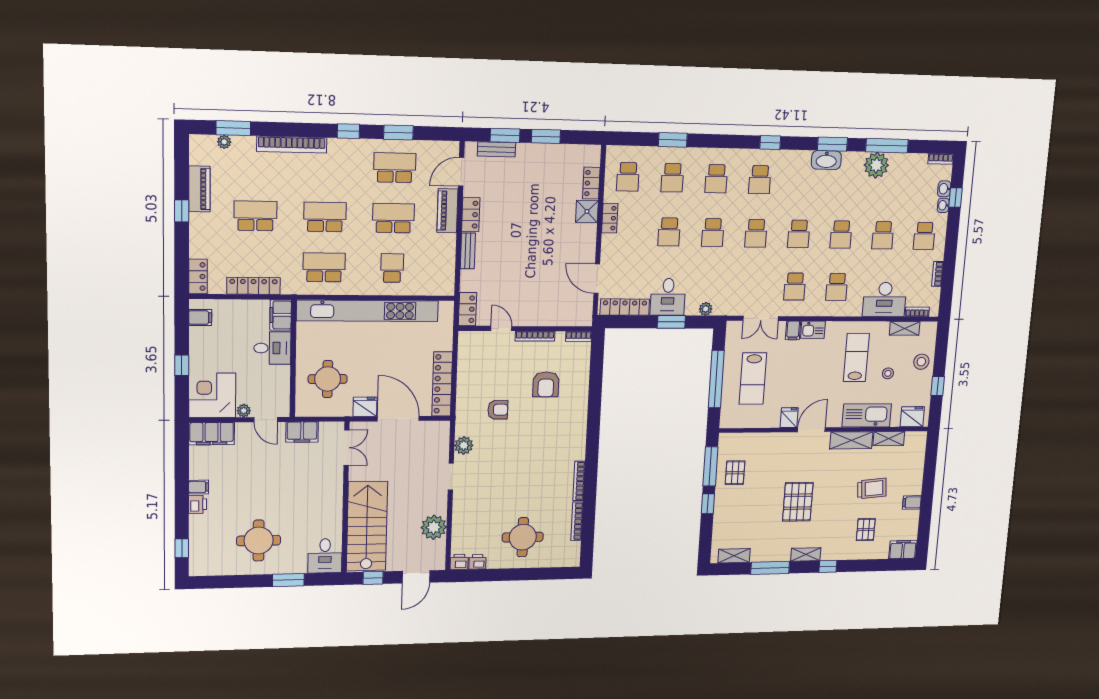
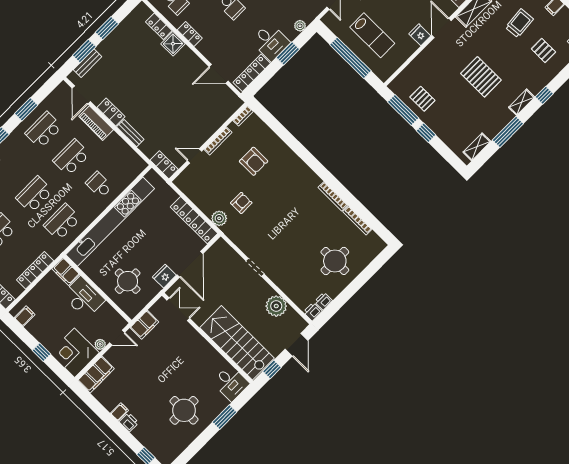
desk: (272, 348) -> (83, 298), width x1.37
door: (398, 419) -> (190, 264), swing flipped
plant: (464, 445) -> (219, 218), moved

